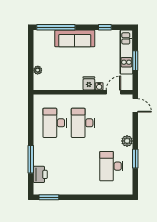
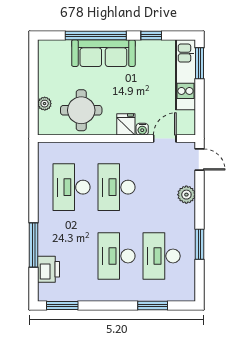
window: (56, 27) -> (96, 35), moved
window: (135, 61) -> (200, 63), moved
round table: (61, 74) -> (81, 110), added
plant: (127, 141) -> (186, 195), moved
desk: (83, 166) -> (117, 256), added
window: (106, 197) -> (153, 305), added

